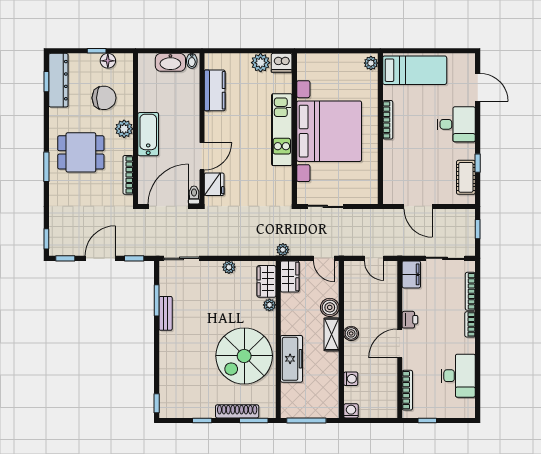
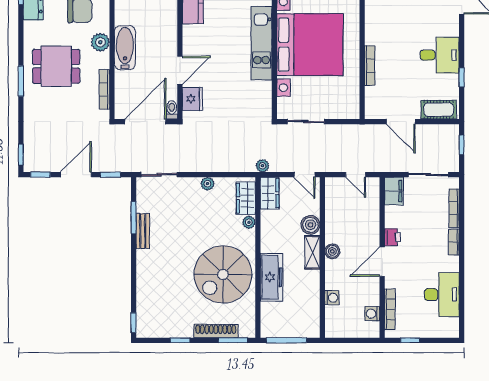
bookcase: (388, 120) -> (370, 66), moved
desk: (456, 124) -> (440, 55), moved
cot: (466, 177) -> (439, 110), moved, turned 90
washing machine: (351, 411) -> (372, 314), moved, turned -90

